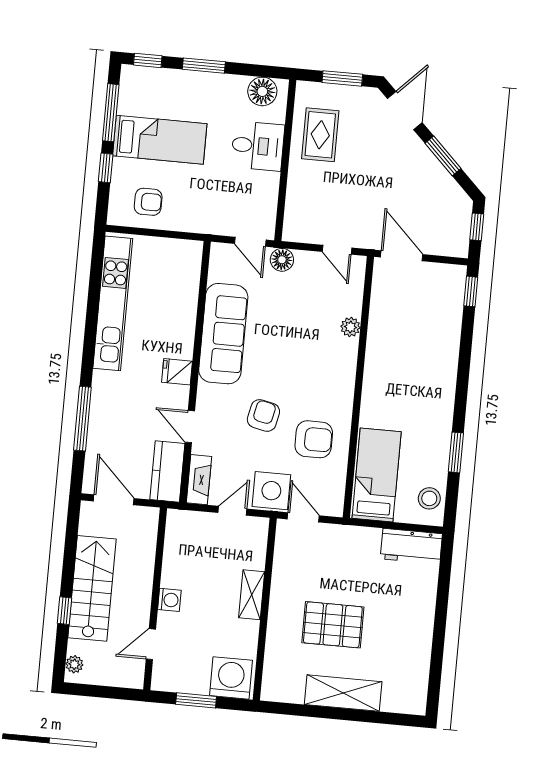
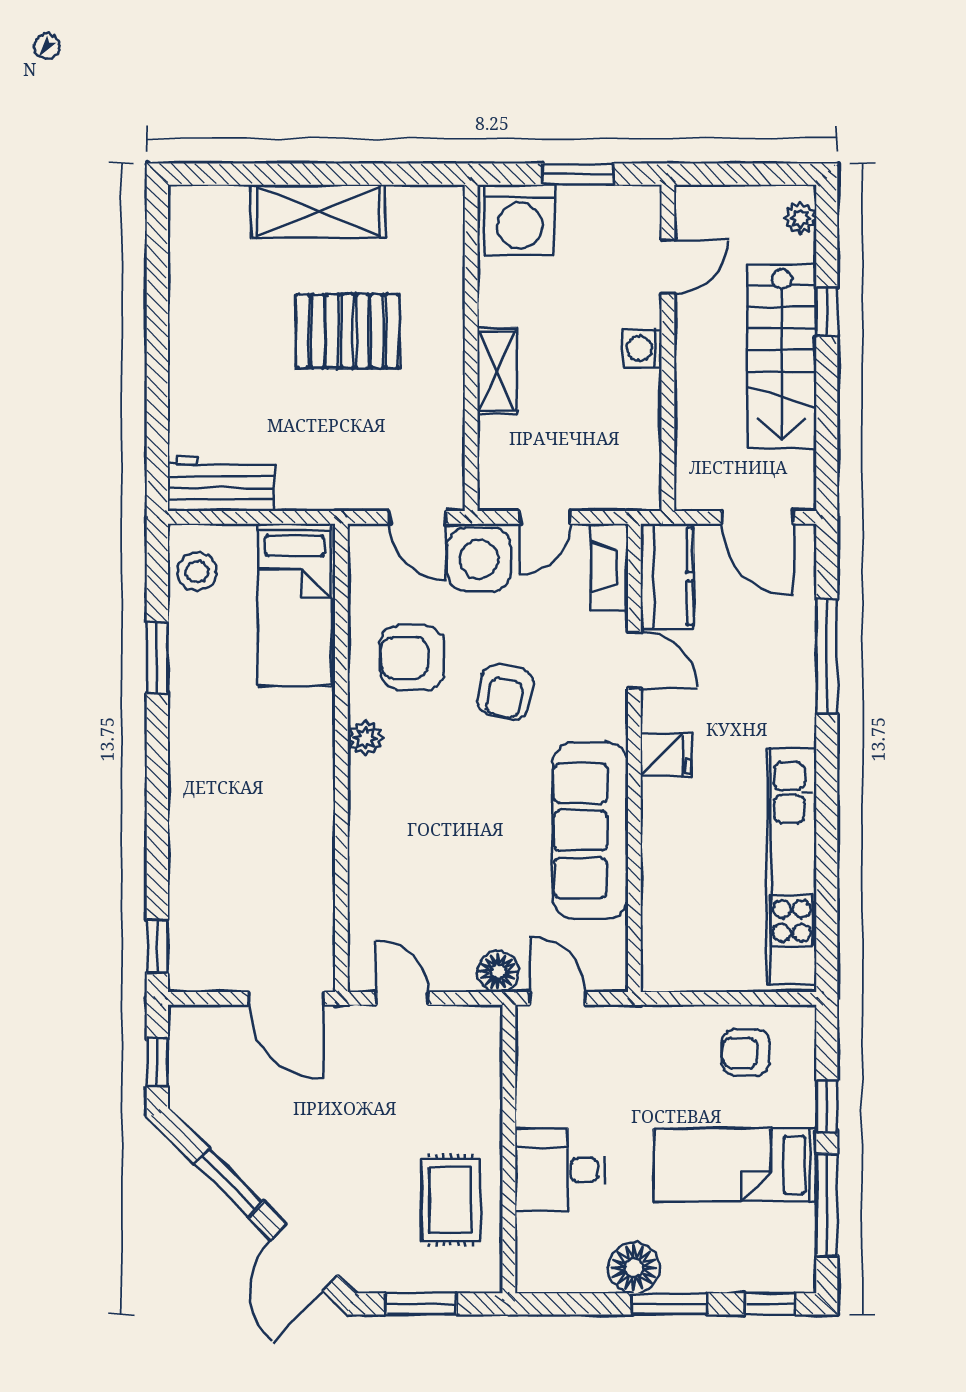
floor lamp: (262, 91) -> (634, 1268), moved
plant: (350, 327) -> (365, 738), moved

